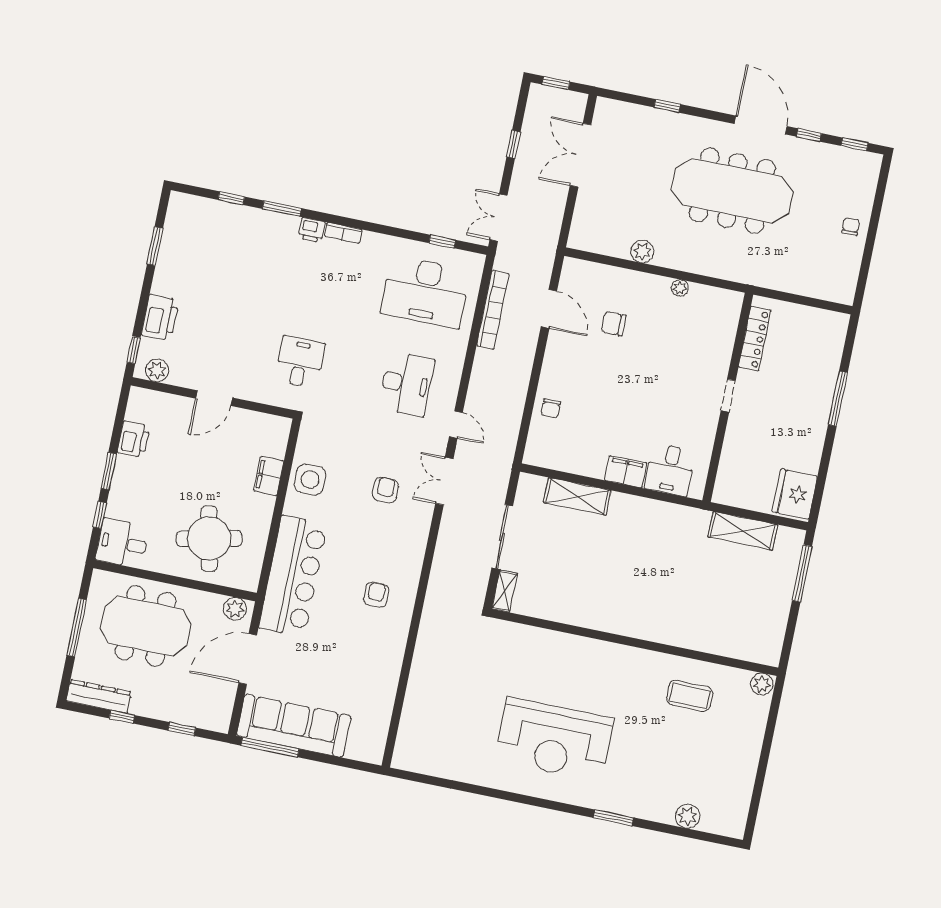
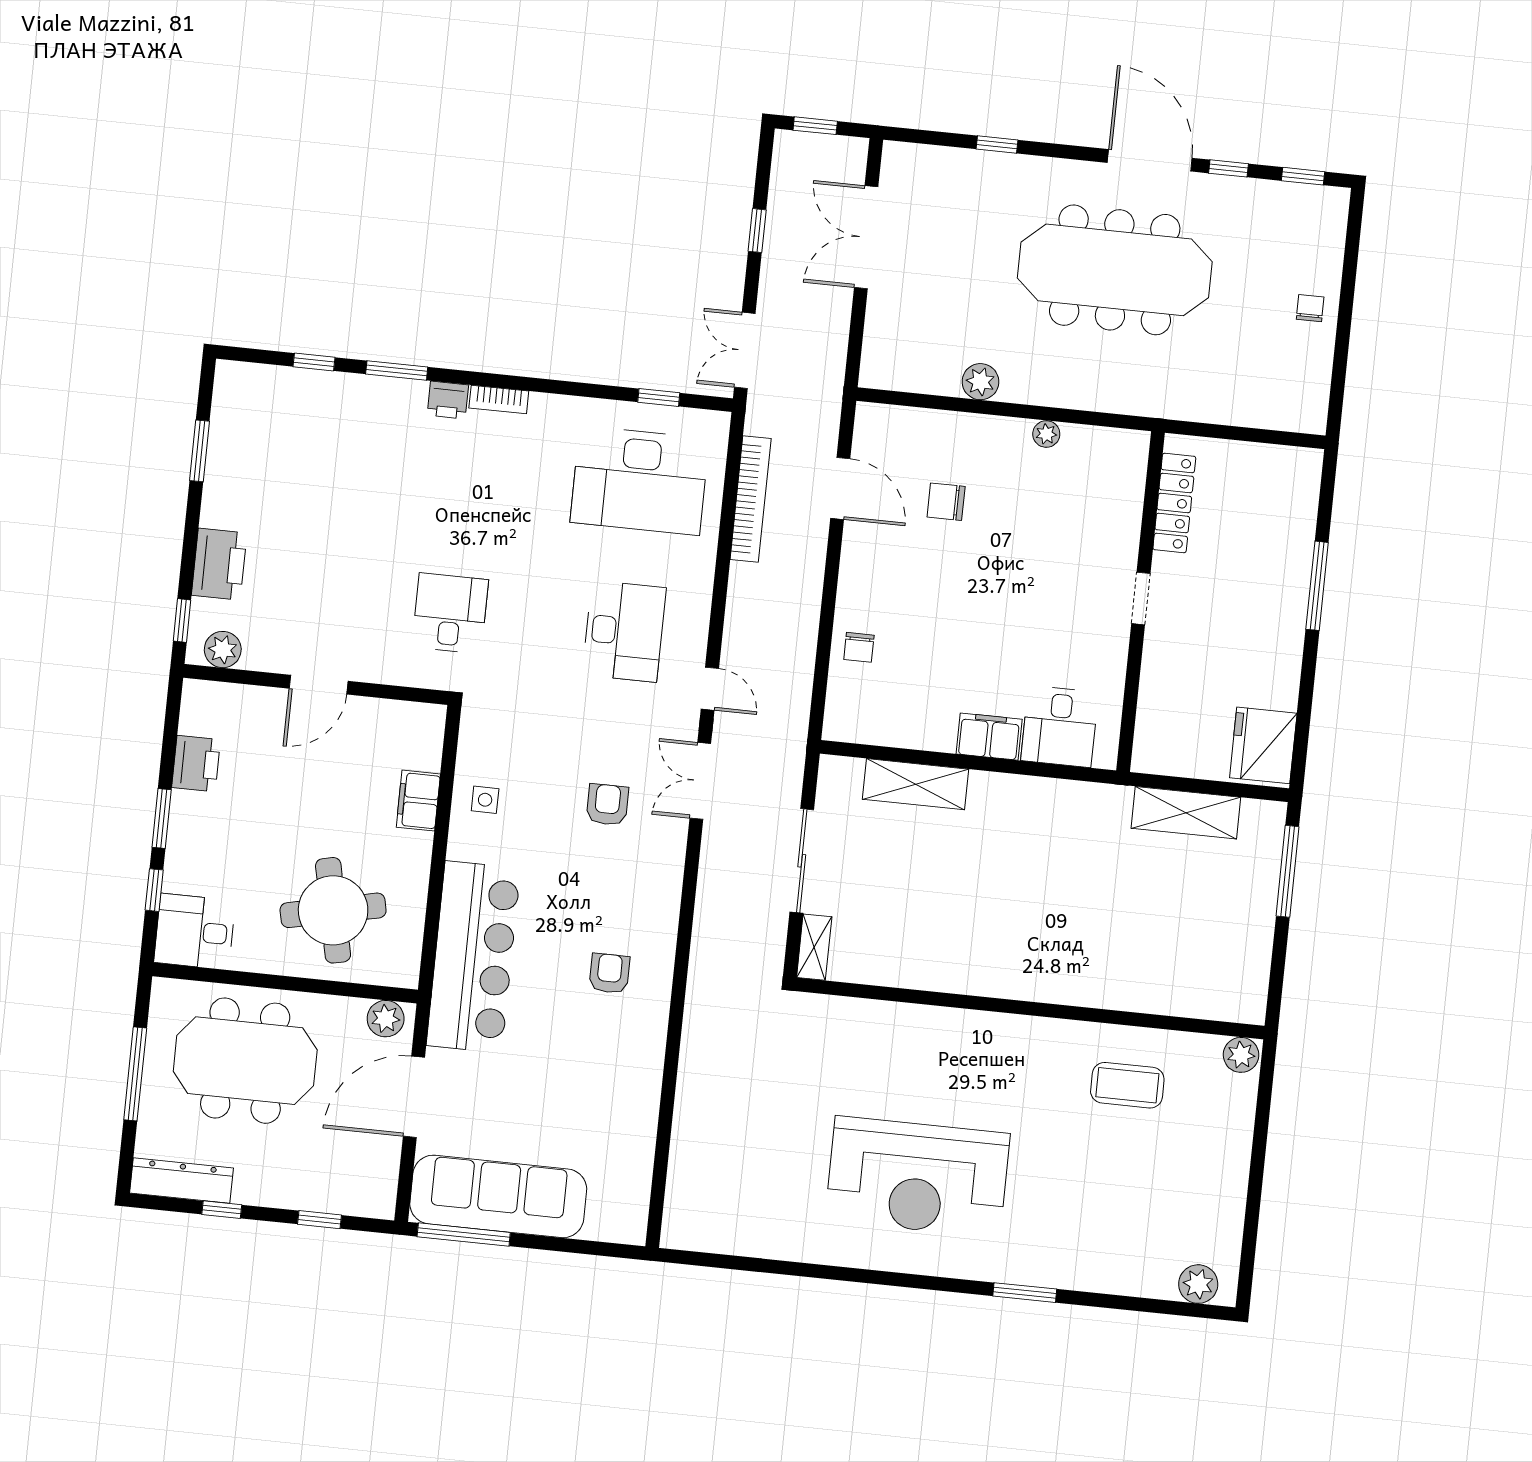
side table: (310, 480) -> (485, 800), width x0.54, depth x0.54
plant: (688, 816) -> (1198, 1284), moved

